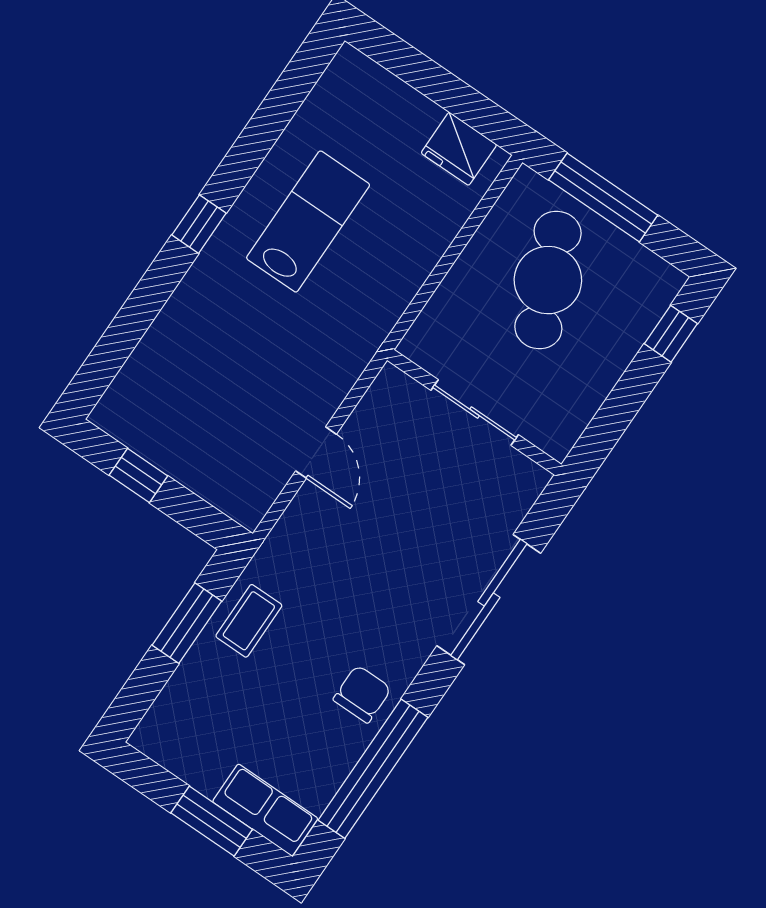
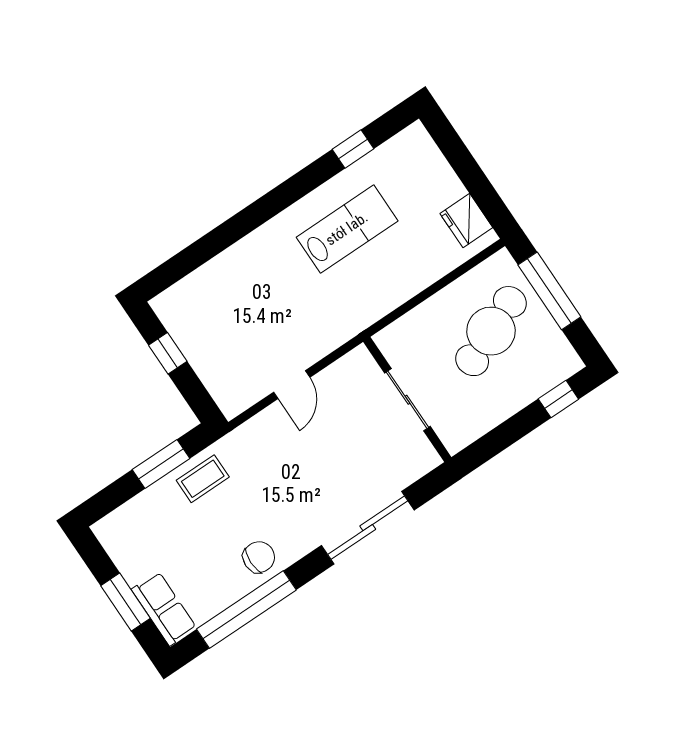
window: (199, 224) -> (353, 149), moved

